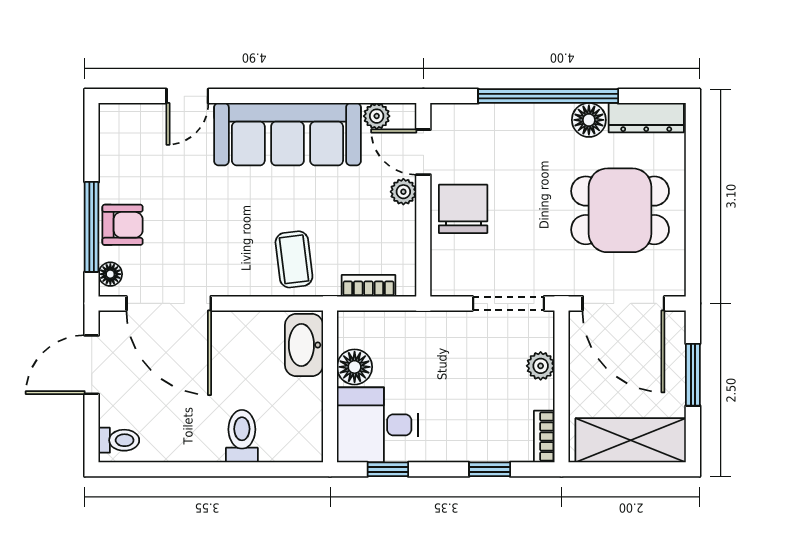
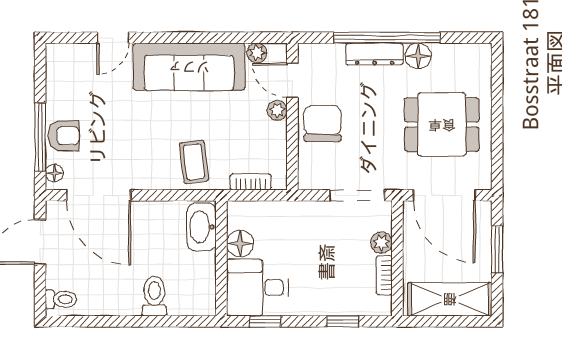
dresser: (646, 118) -> (375, 54), moved
bookcase: (544, 436) -> (384, 275), moved

